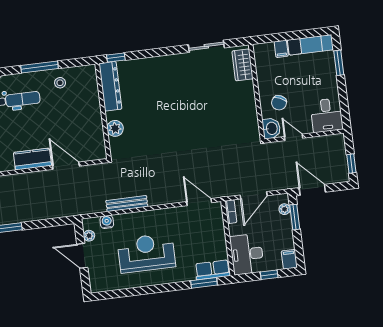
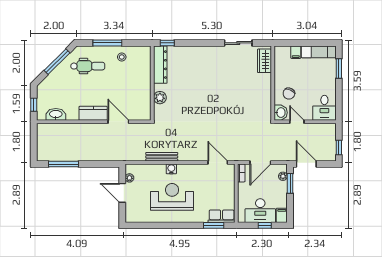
water cooler: (107, 222) -> (171, 169), moved
desk: (247, 254) -> (260, 211), moved, turned -90

